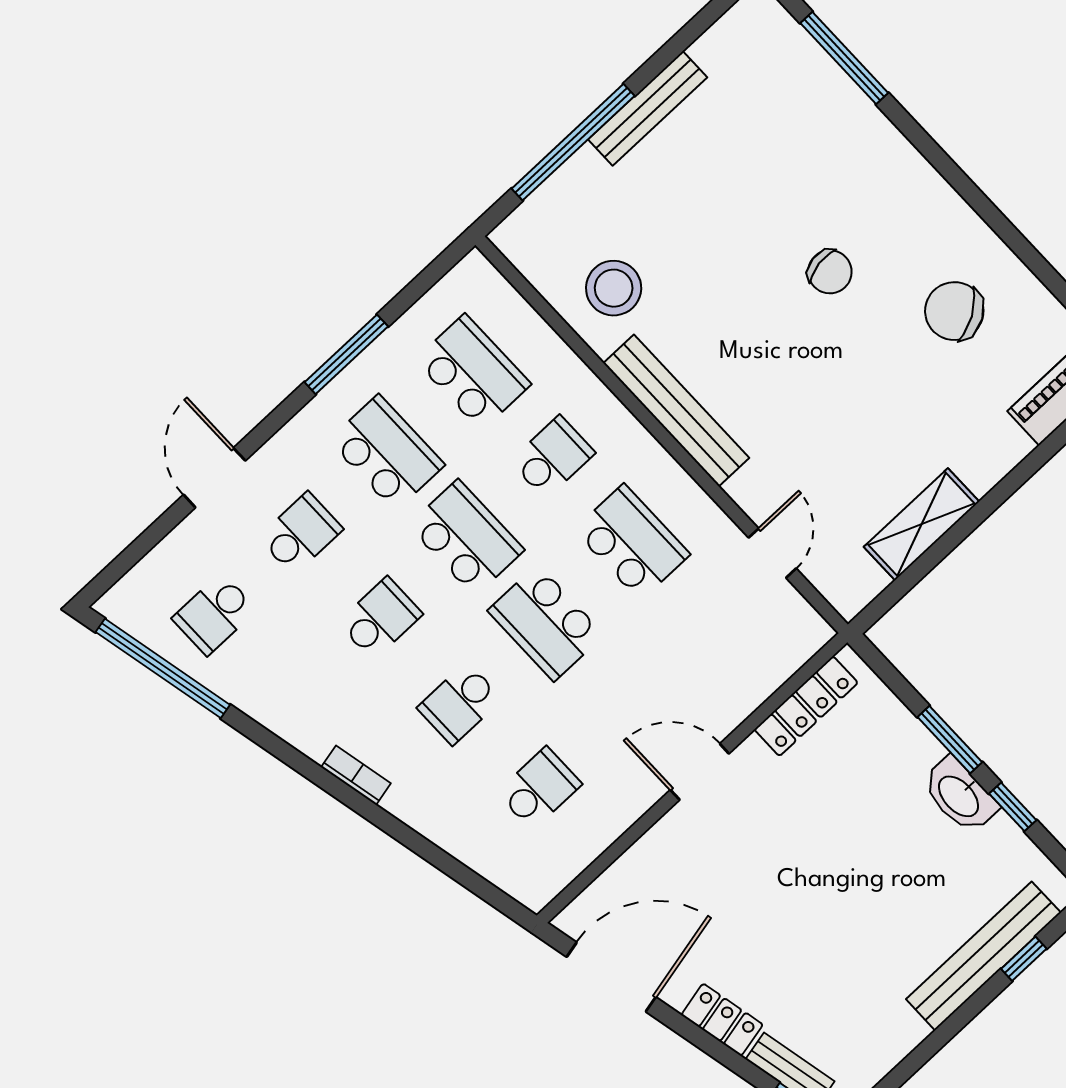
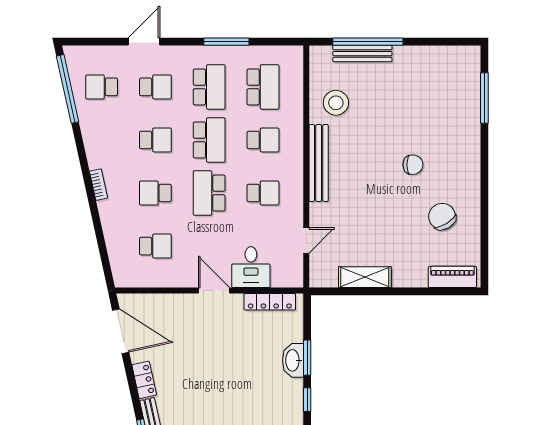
bench: (648, 108) -> (362, 54), moved
chair: (830, 272) -> (413, 165), turned -81
school desk: (632, 542) -> (263, 193), width x0.54
desk: (724, 679) -> (251, 267), added
washbasin: (959, 795) -> (293, 360), moved

